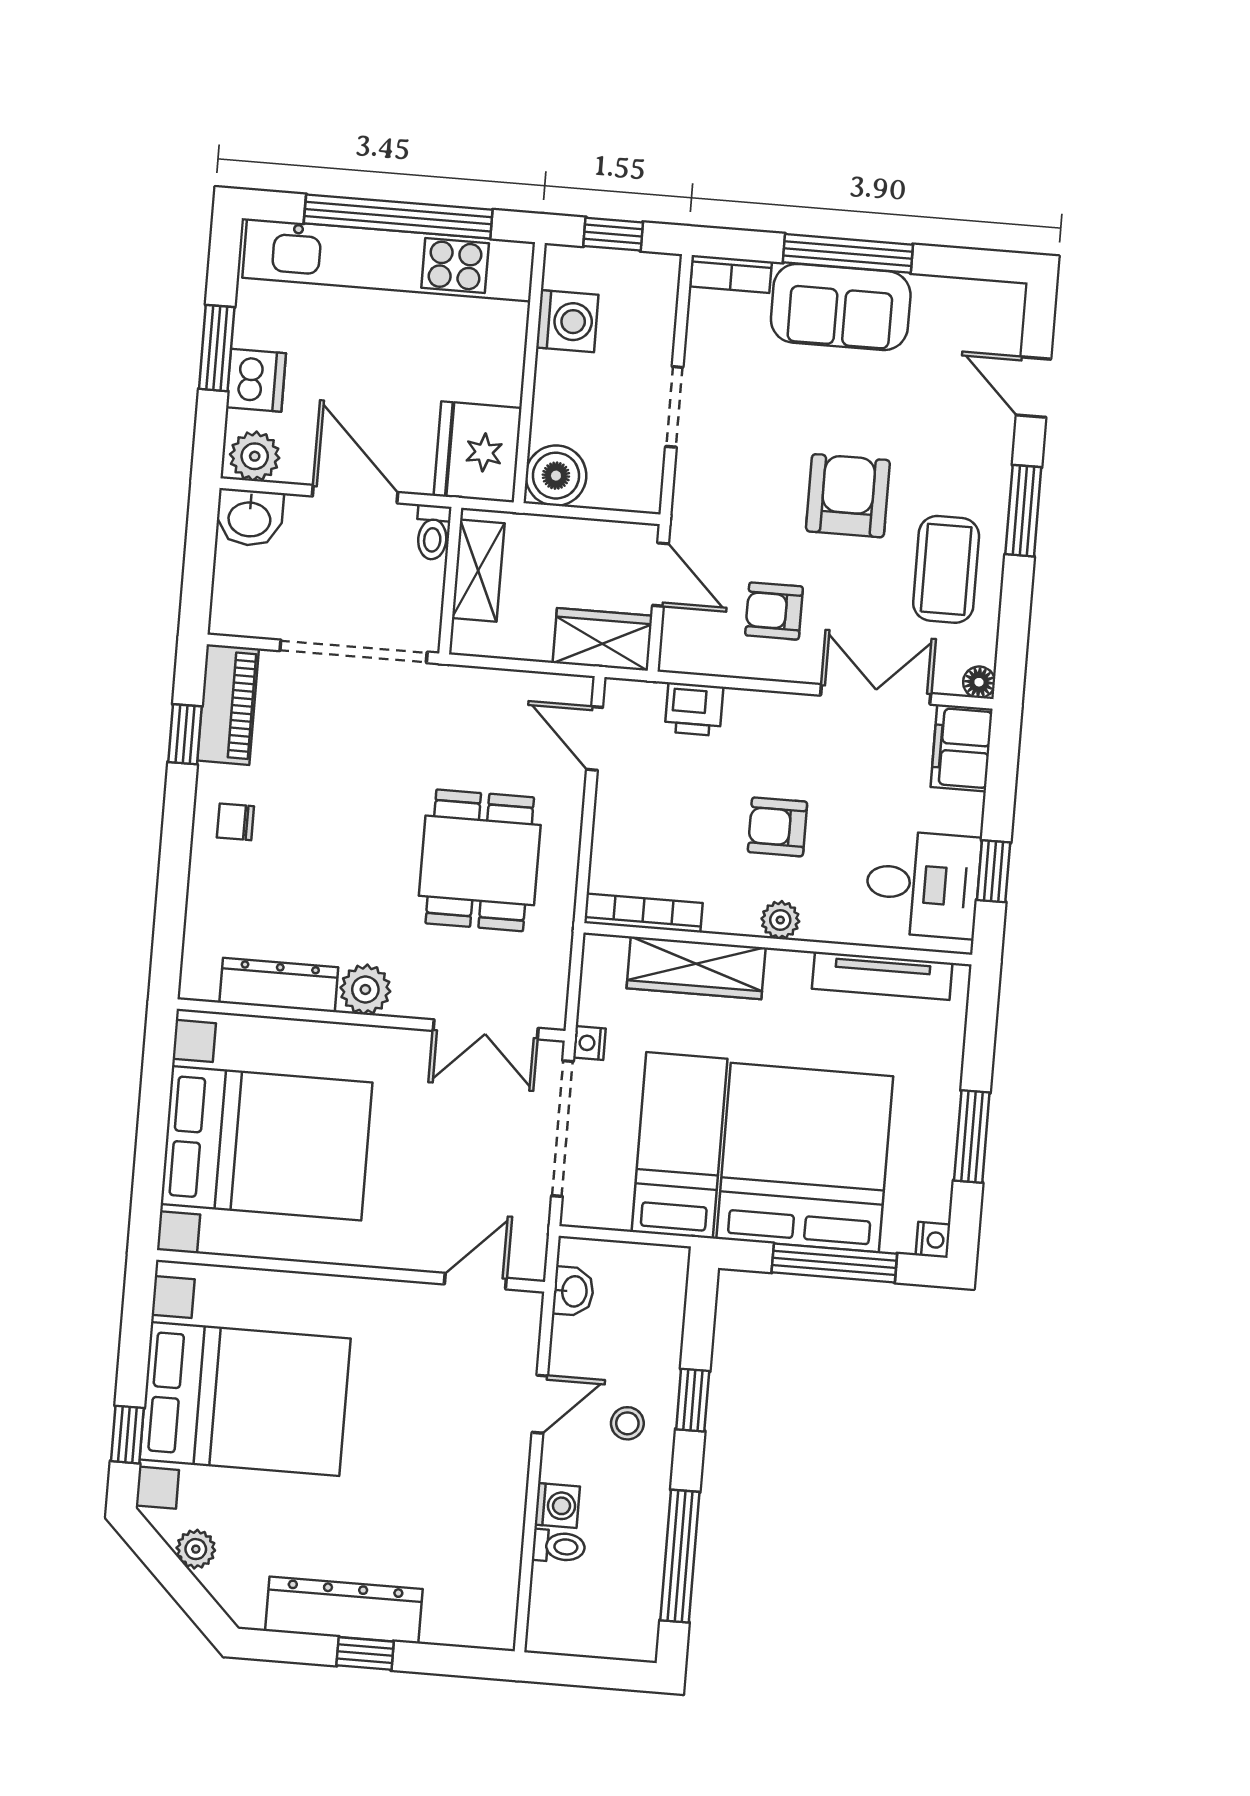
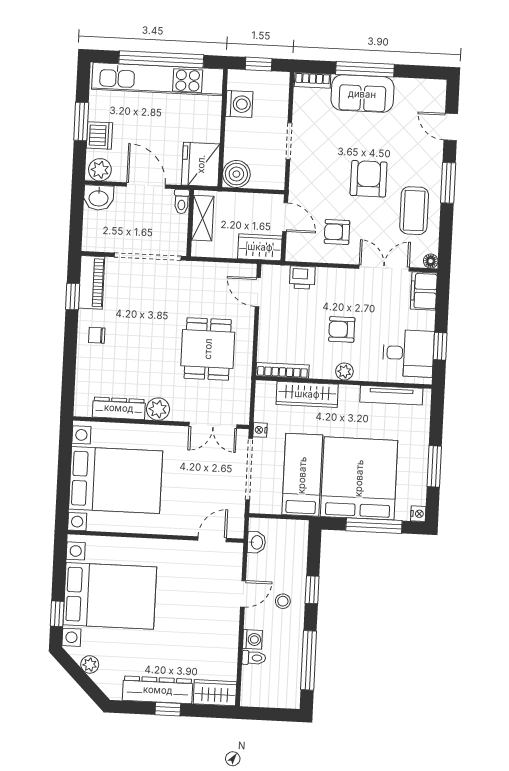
wardrobe: (470, 1621) -> (215, 693), added

